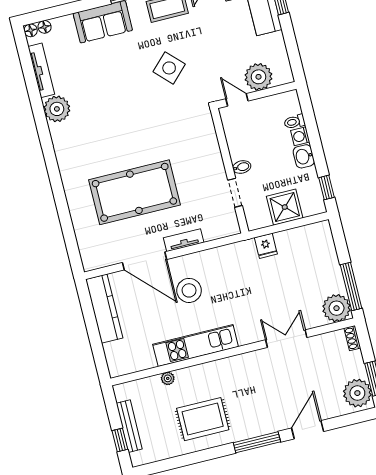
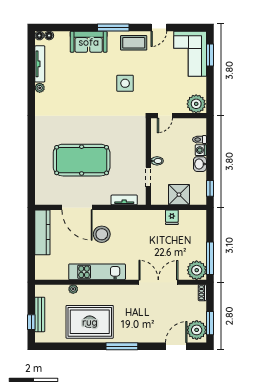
side table: (169, 68) -> (125, 83), turned 45
plant: (258, 77) -> (196, 104), moved
door: (237, 100) -> (165, 116), swing flipped
plant: (57, 109) -> (40, 88), width x0.53, depth x0.53
tv unit: (184, 240) -> (124, 200), moved
fridge: (266, 246) -> (172, 217), moved
double door: (286, 339) -> (158, 282), width x1.37
rug: (203, 419) -> (90, 322), width x1.37, depth x1.44
door: (308, 430) -> (176, 346), moved

